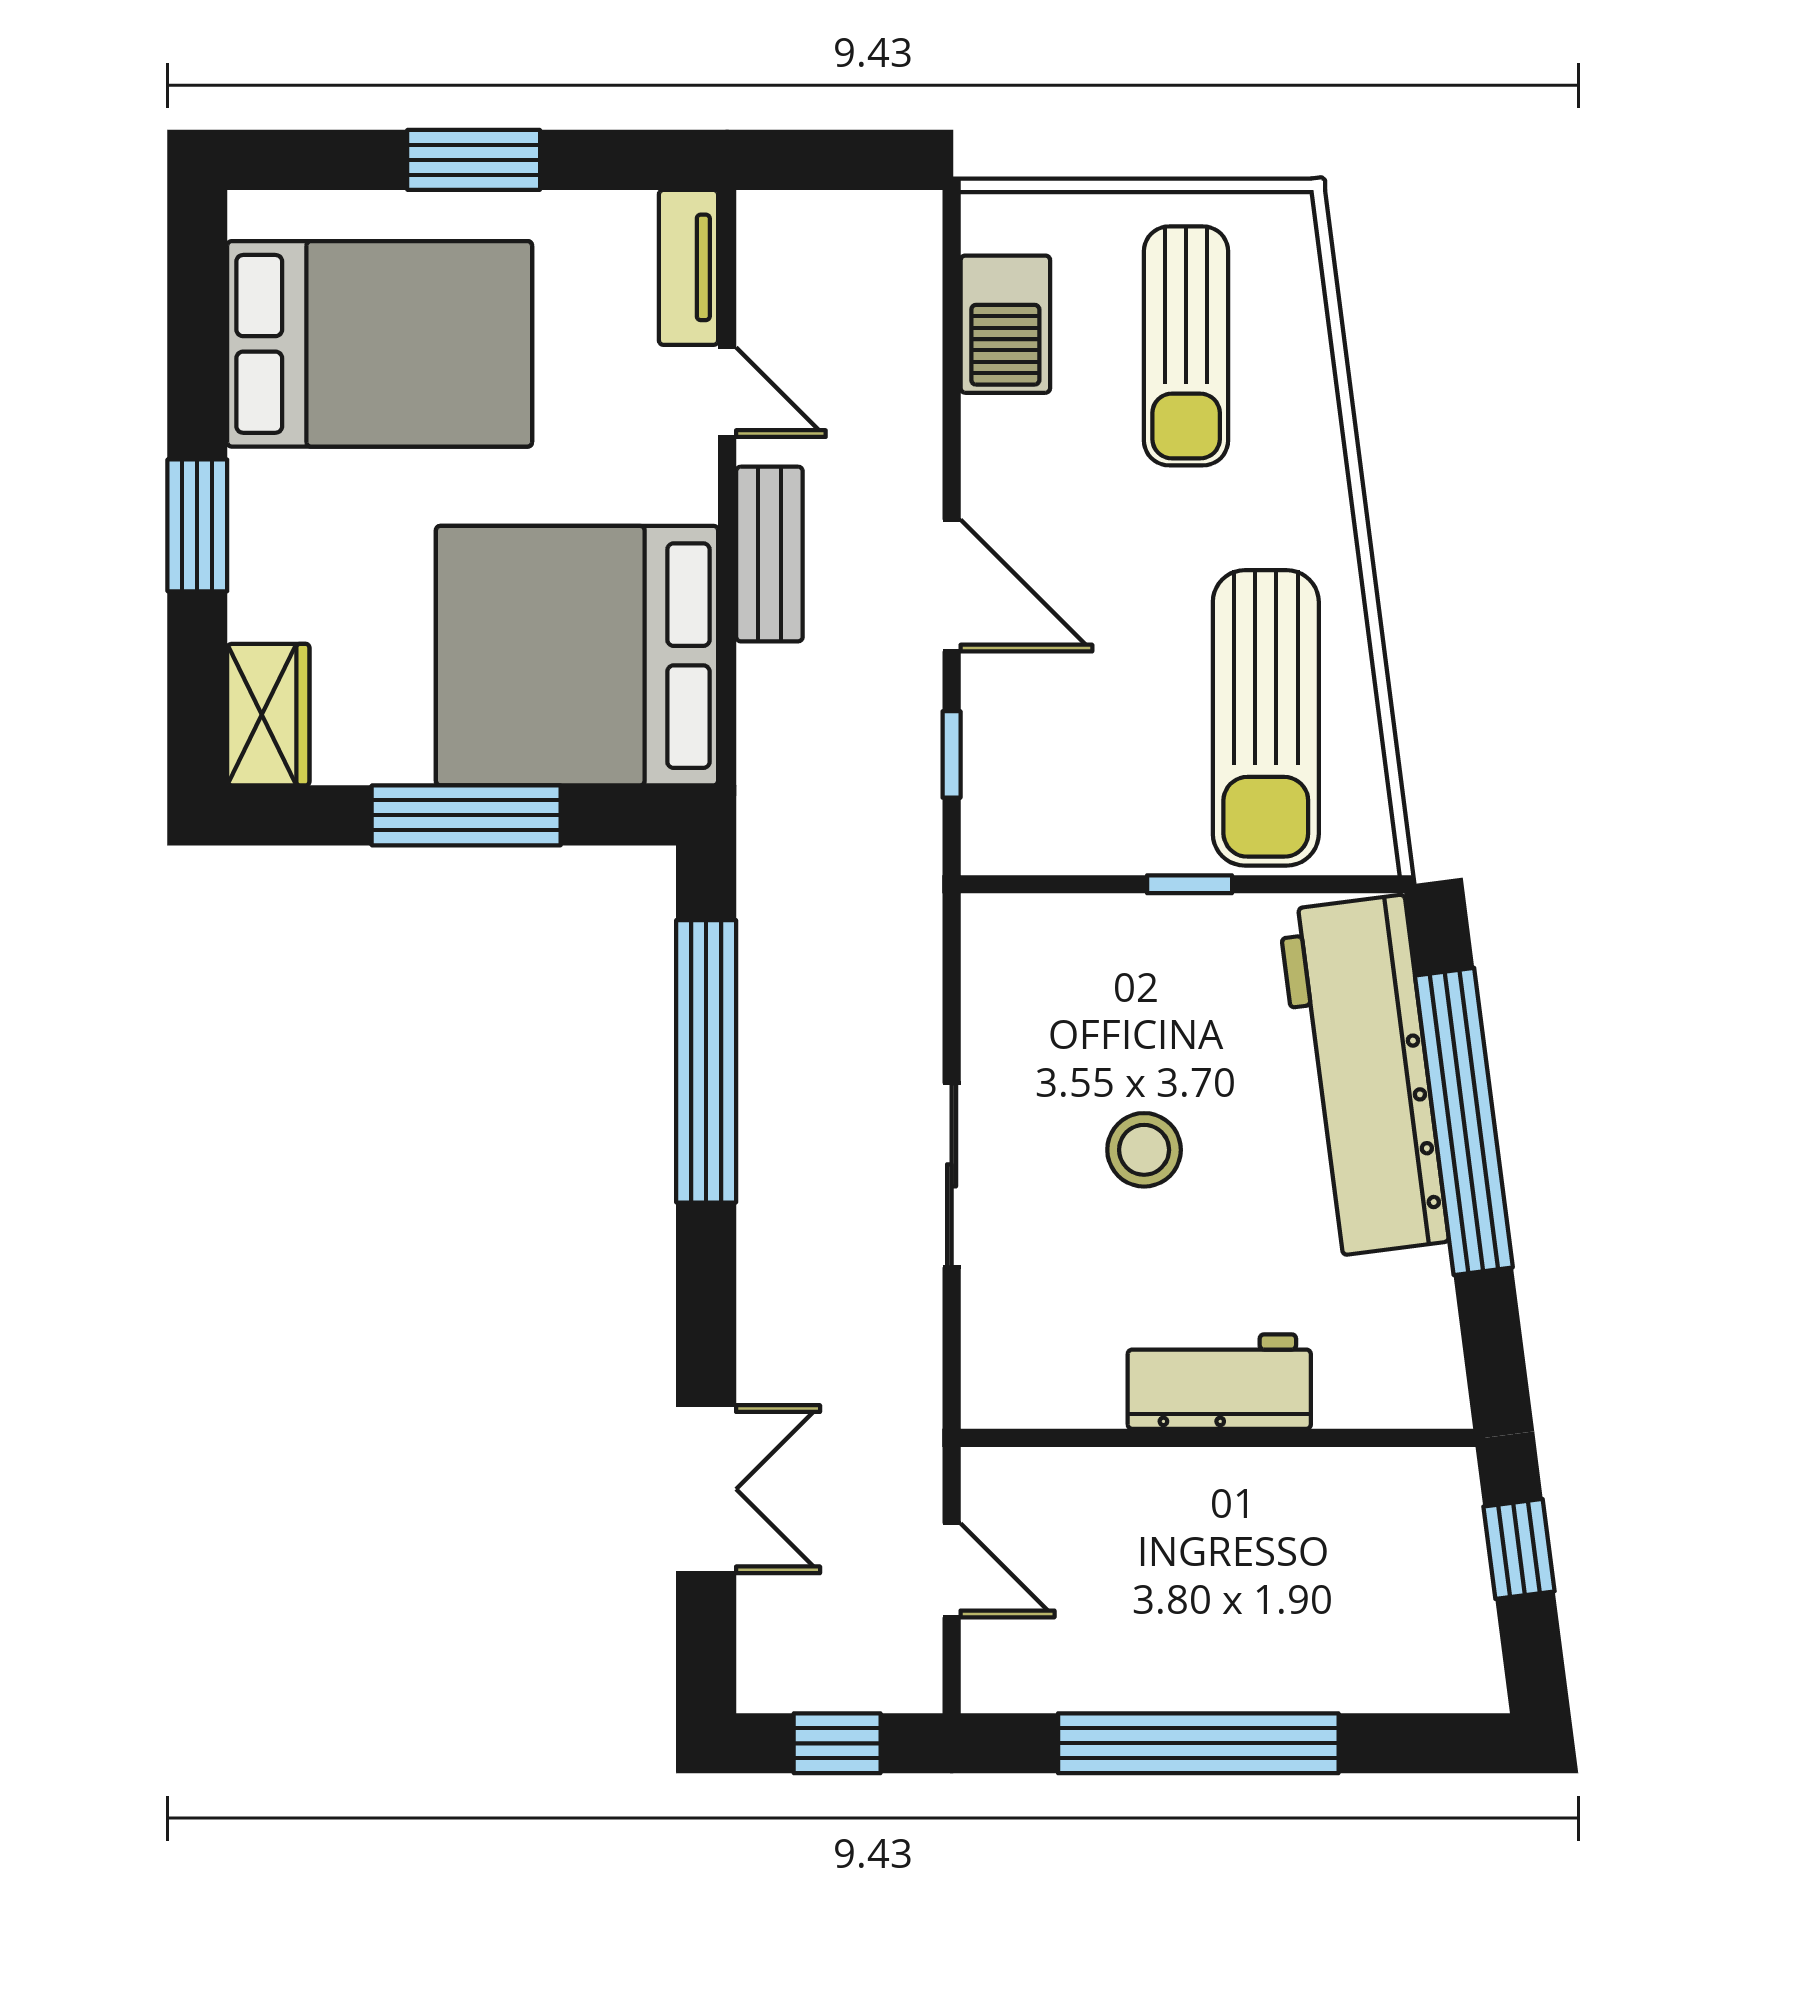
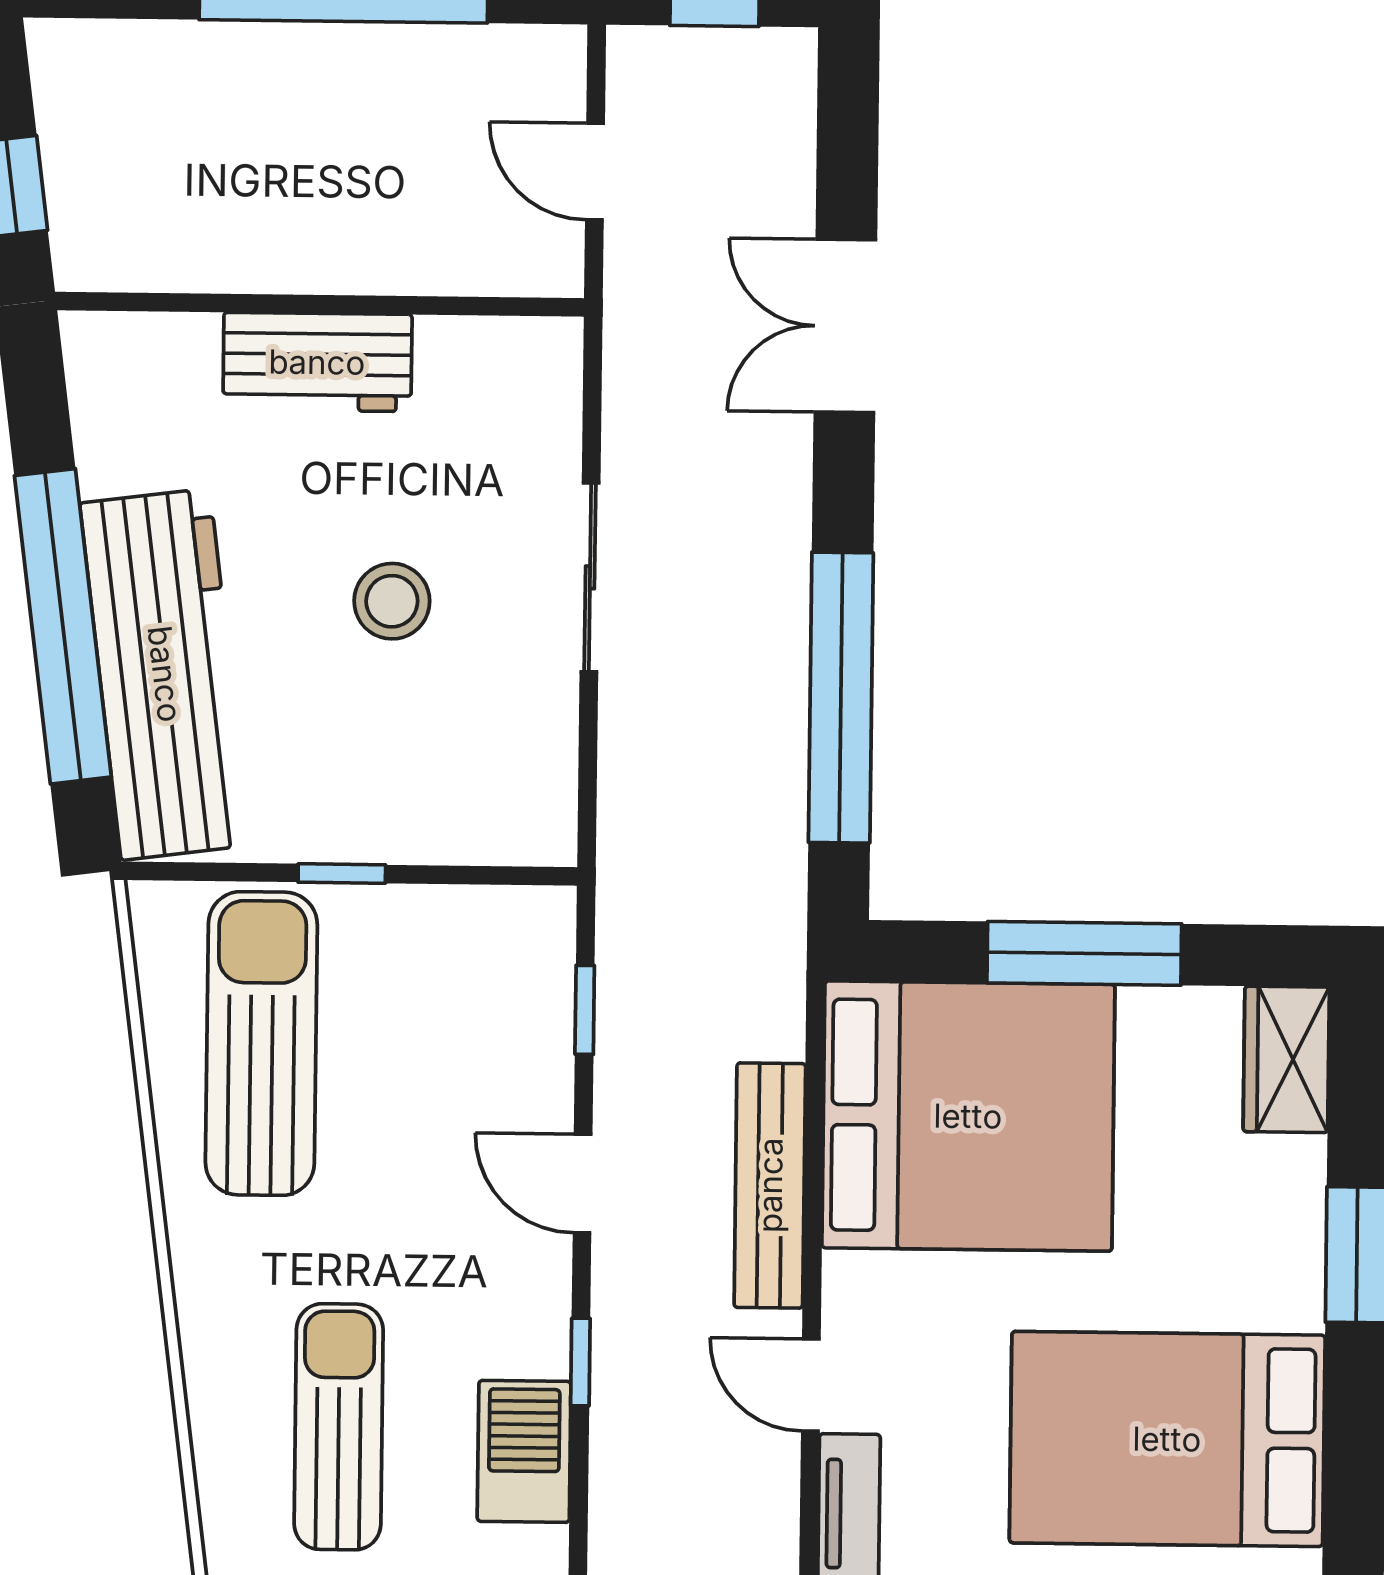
window: (952, 412) -> (580, 1362), added
bench: (769, 554) -> (770, 1185), width x1.36
door: (952, 585) -> (583, 1184), width x0.73
double door: (706, 1489) -> (845, 326), moved

